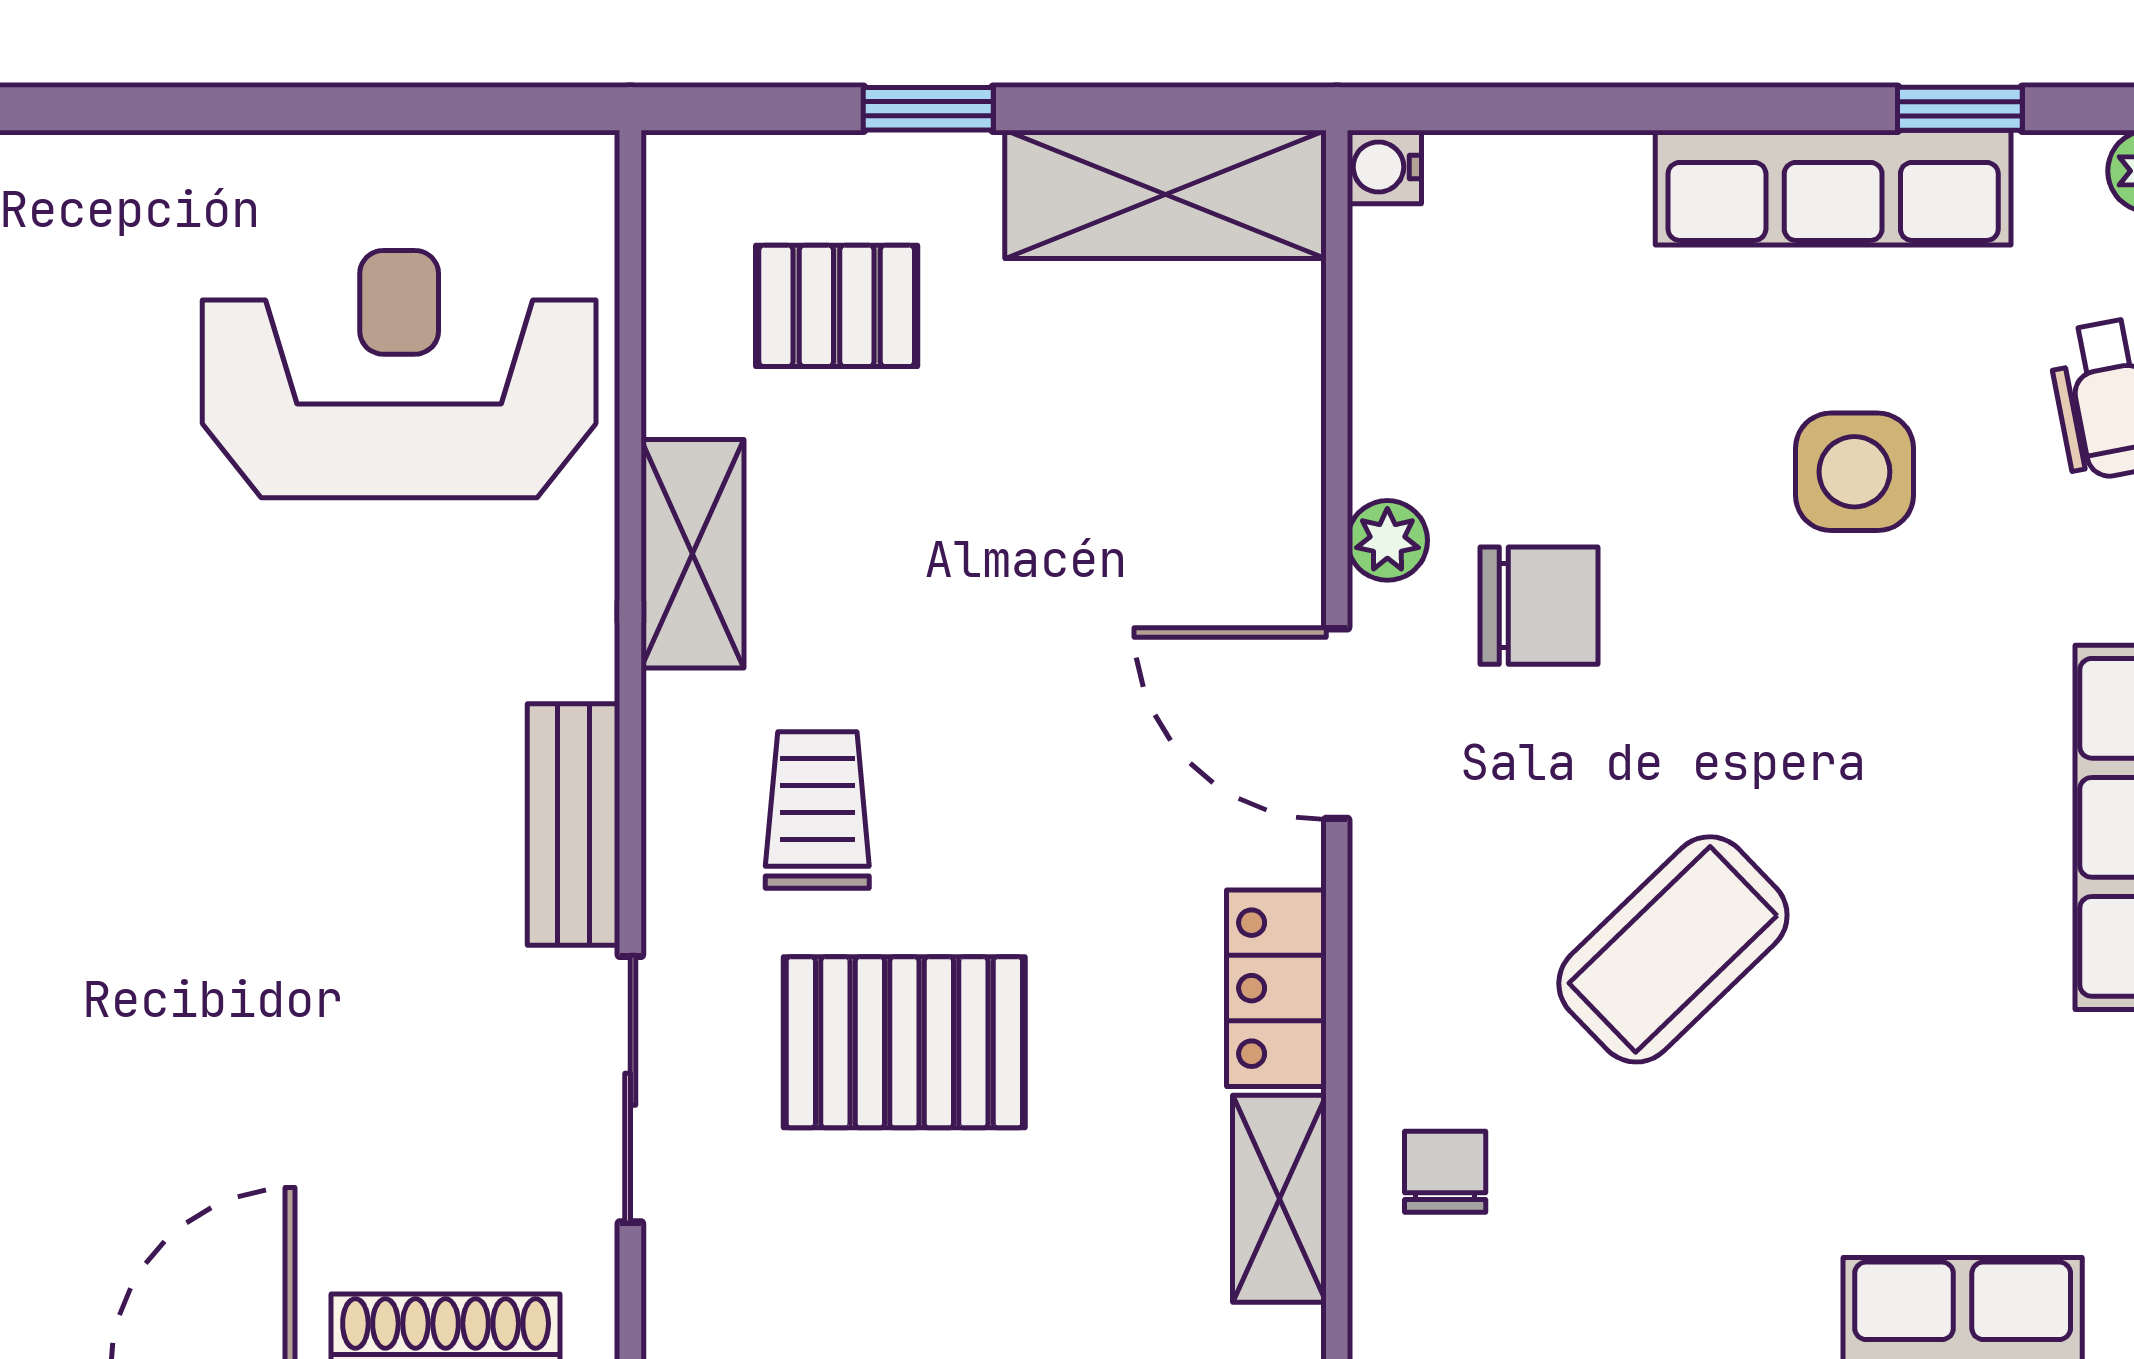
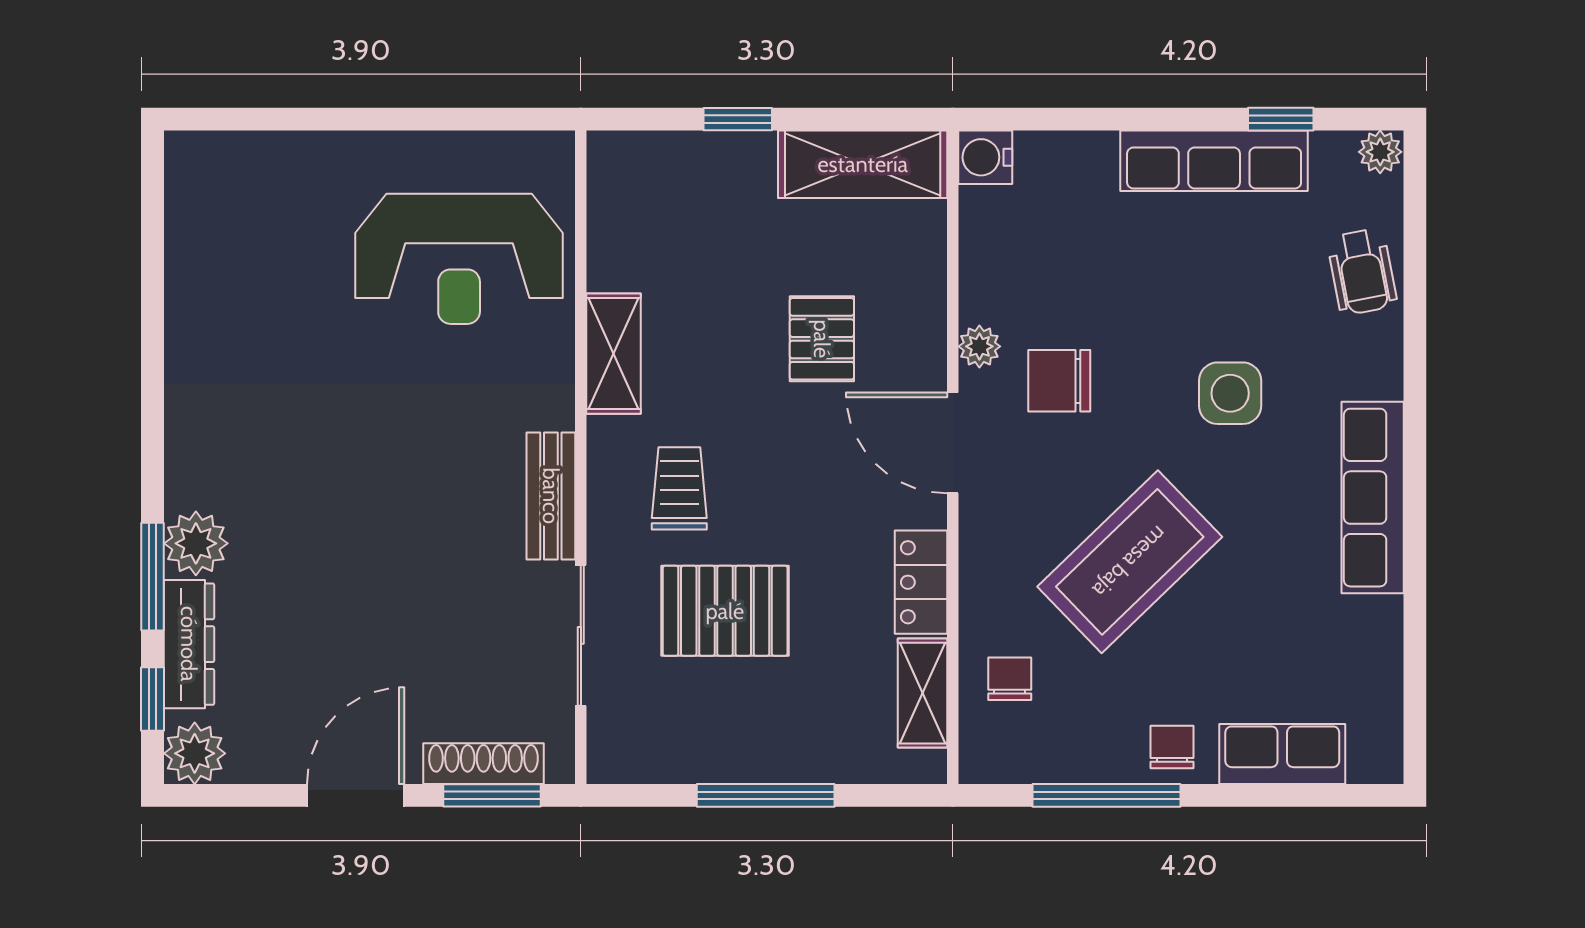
water cooler: (1384, 167) -> (985, 157), width x1.38, depth x1.38
pallet: (837, 306) -> (822, 339), moved, turned 90
reception desk: (399, 374) -> (459, 259), turned 180
side table: (1854, 472) -> (1230, 393), moved
chair: (1539, 606) -> (1059, 381), turned 180
coffee table: (1673, 949) -> (1130, 562), width x1.36, depth x1.32
chair: (1753, 1301) -> (1172, 747), added

